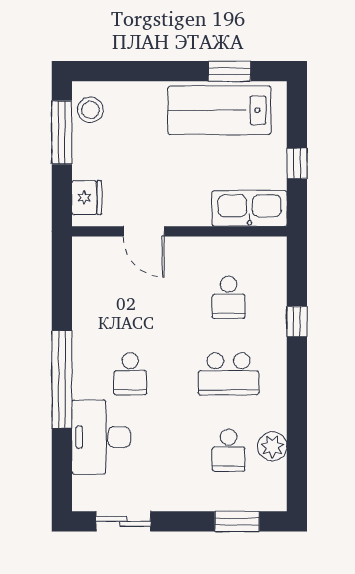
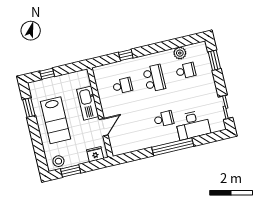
lab bench: (219, 110) -> (56, 120), moved
window: (62, 132) -> (71, 171), width x0.69
window: (297, 163) -> (47, 74), moved
kitchen sink: (249, 208) -> (88, 103), moved

